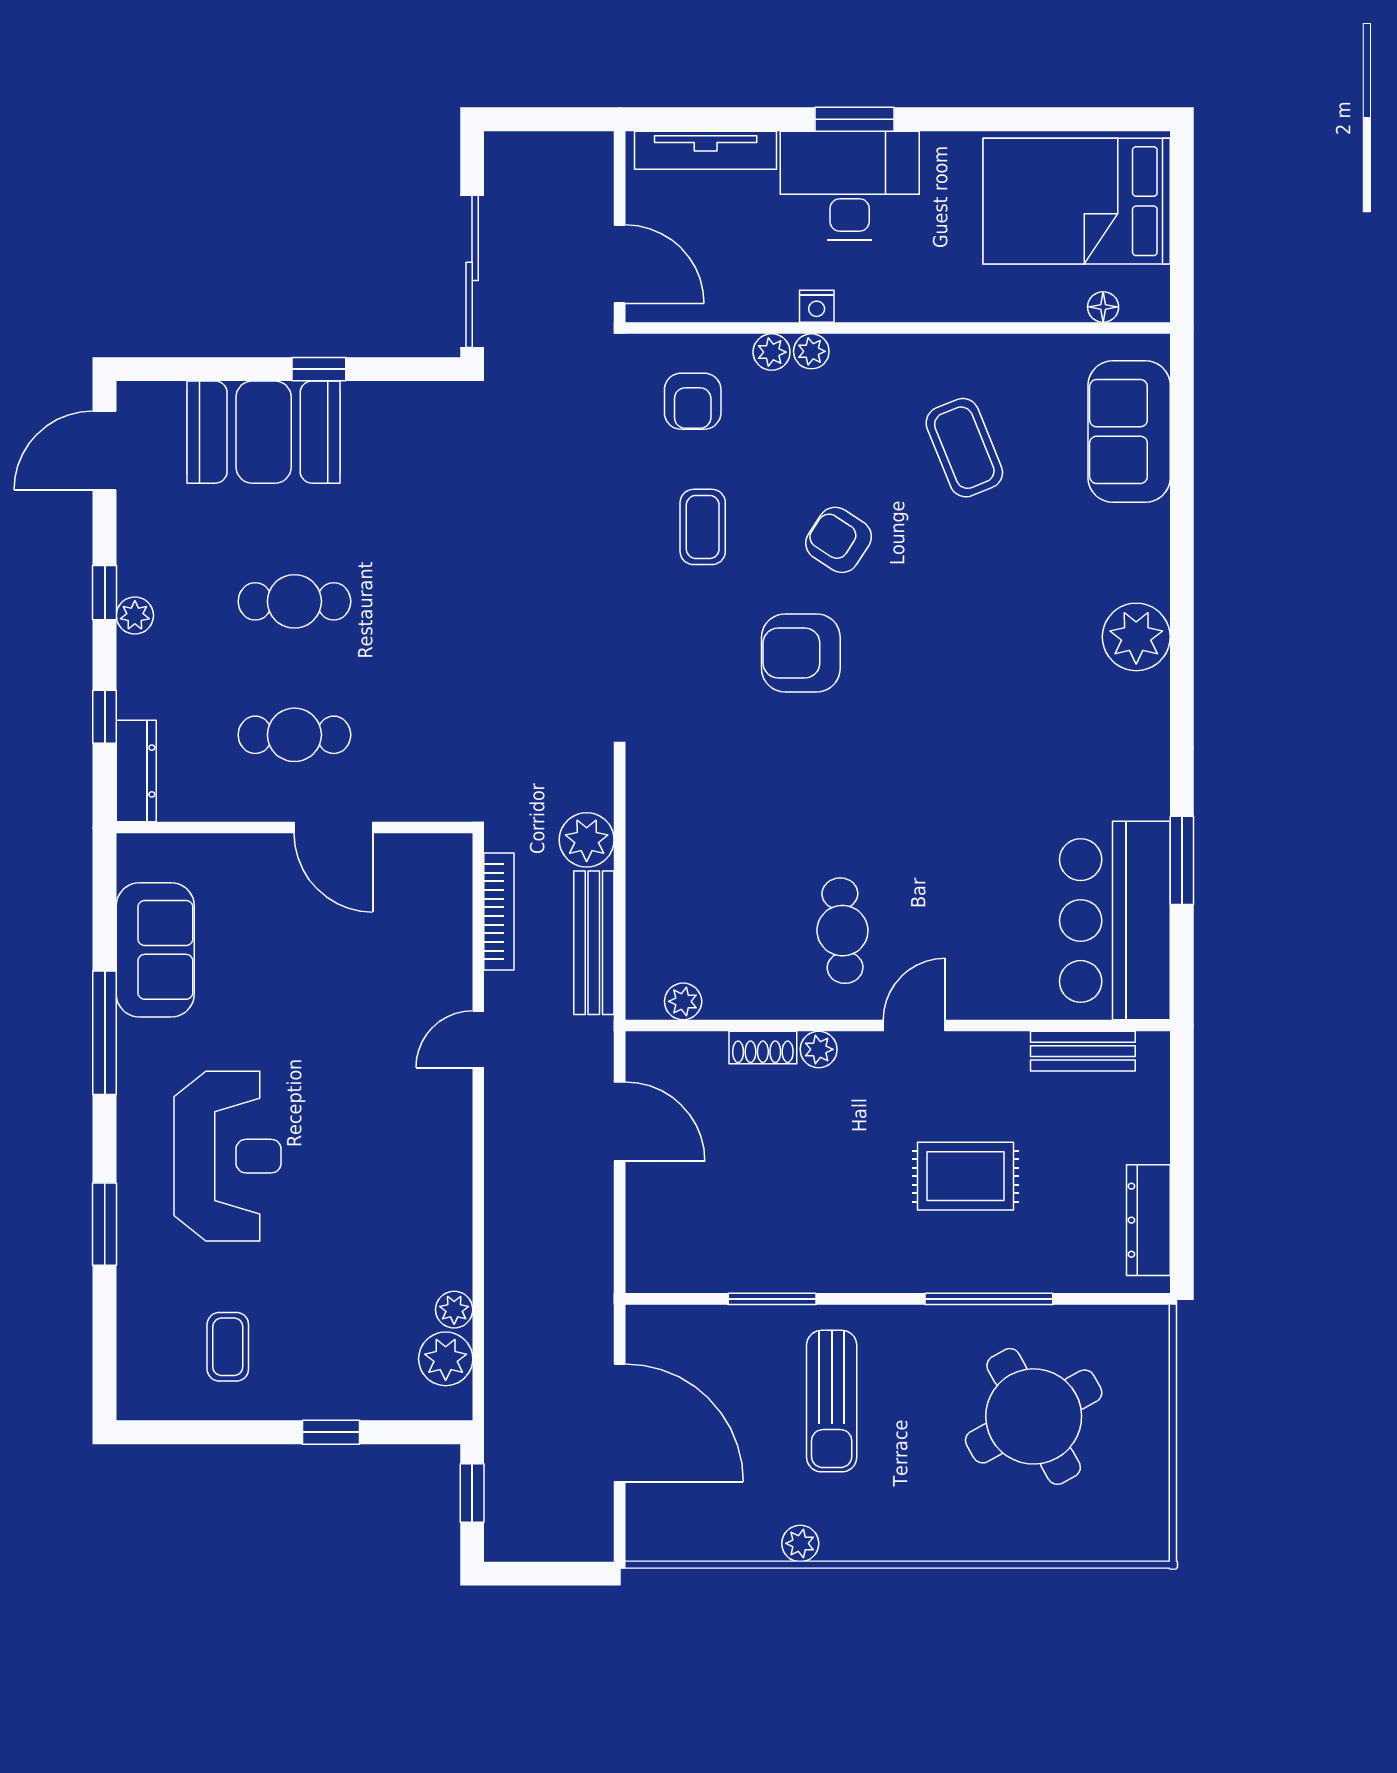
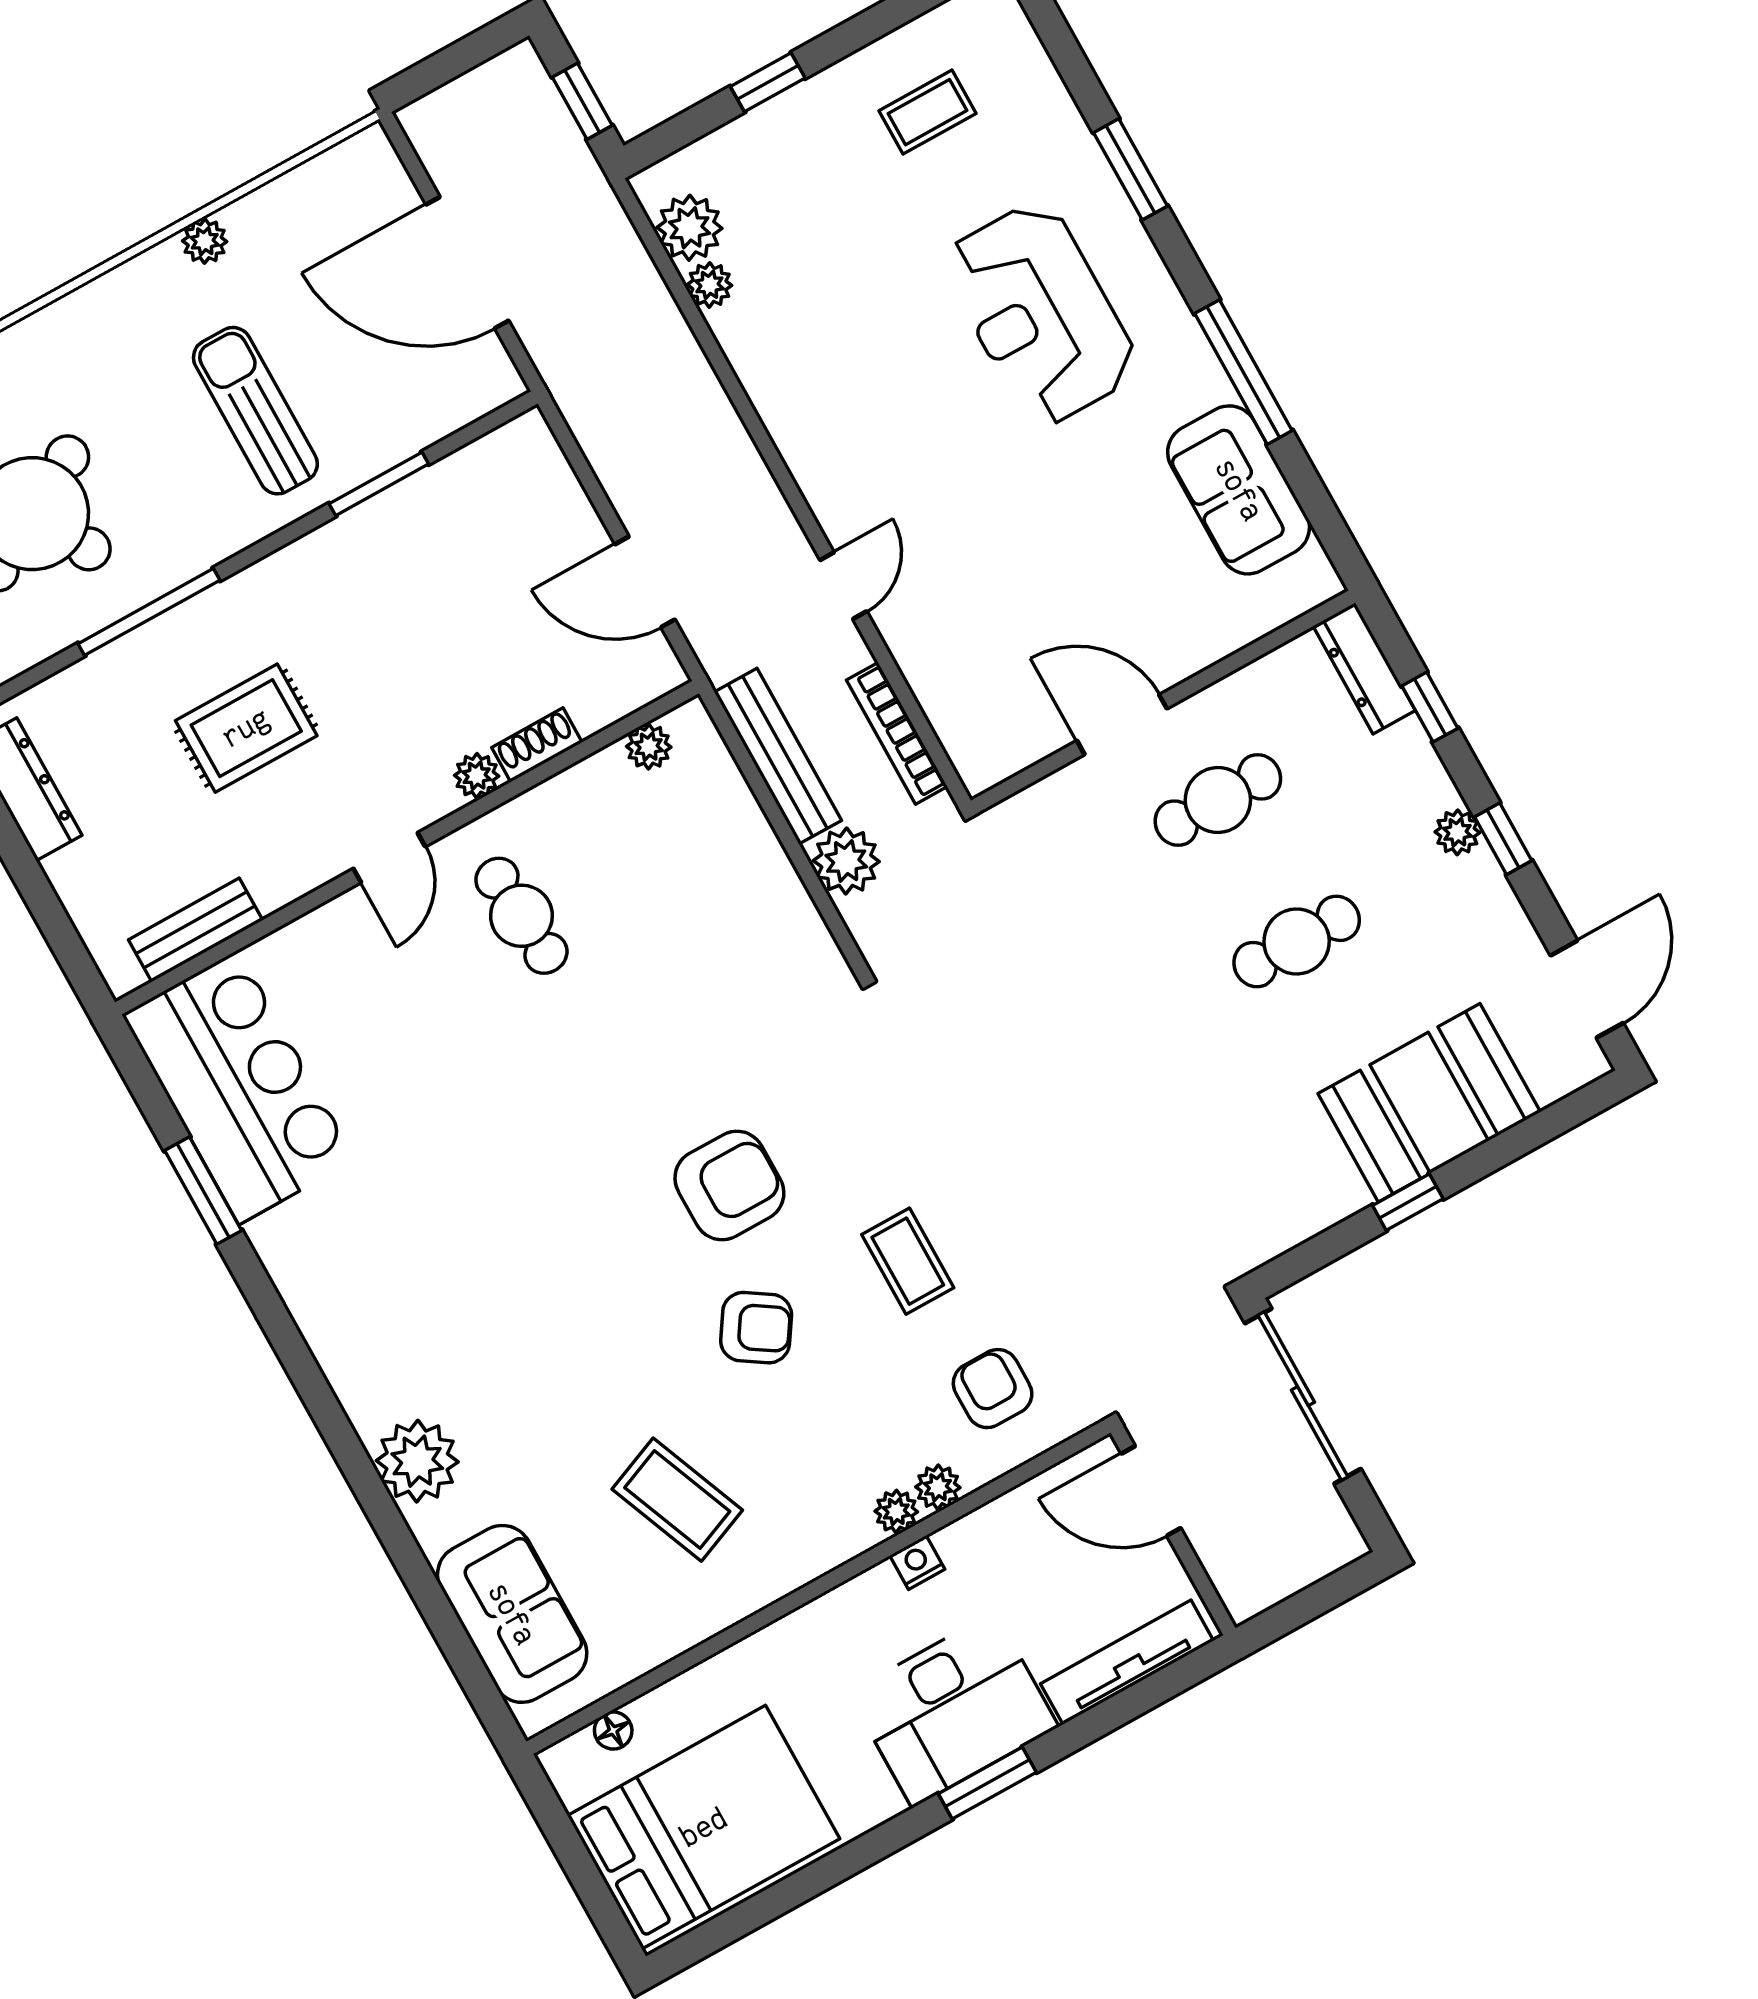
plant: (1136, 637) -> (417, 1461), moved
coffee table: (228, 1347) -> (927, 112), turned 90

